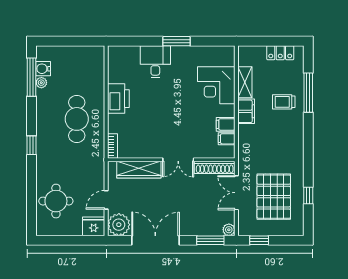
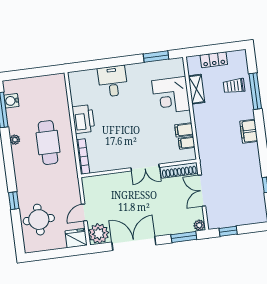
window: (176, 41) -> (156, 57), moved
locker: (280, 53) -> (214, 60), moved
plant: (41, 83) -> (15, 140), moved
trolley: (284, 102) -> (234, 86), moved
filing cabinet: (246, 111) -> (249, 131), moved, turned 180
window: (31, 145) -> (14, 201), moved
bookcase: (112, 146) -> (83, 157), width x1.56
wardrobe: (139, 170) -> (111, 181), removed
pallet: (274, 197) -> (236, 190), removed

